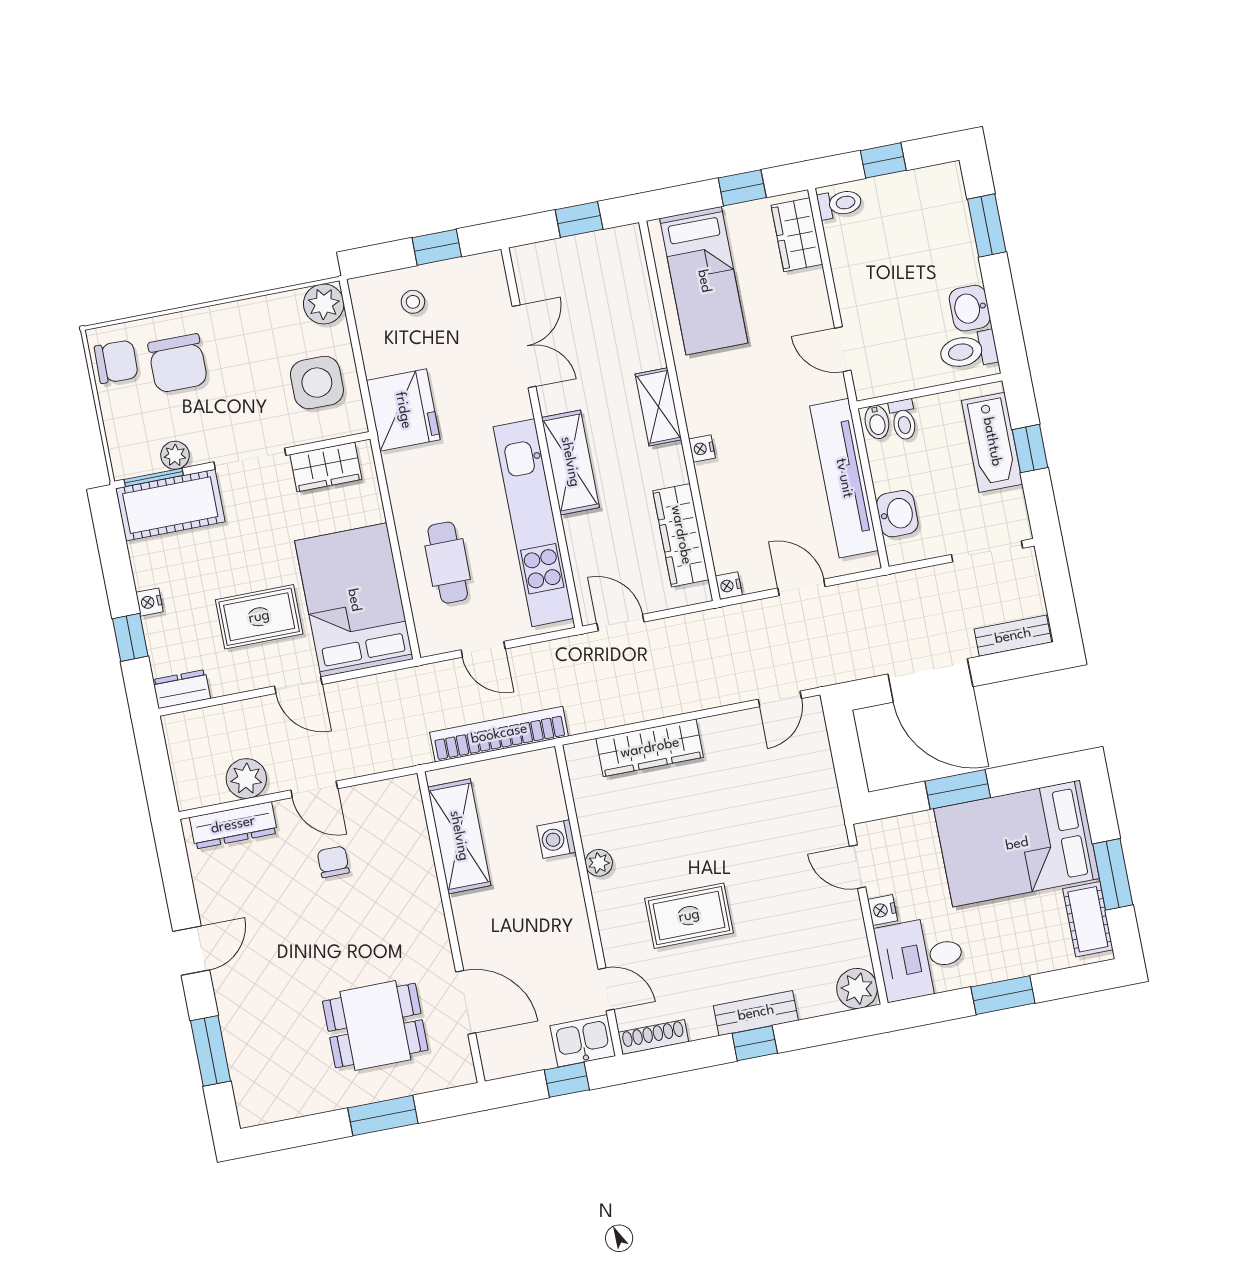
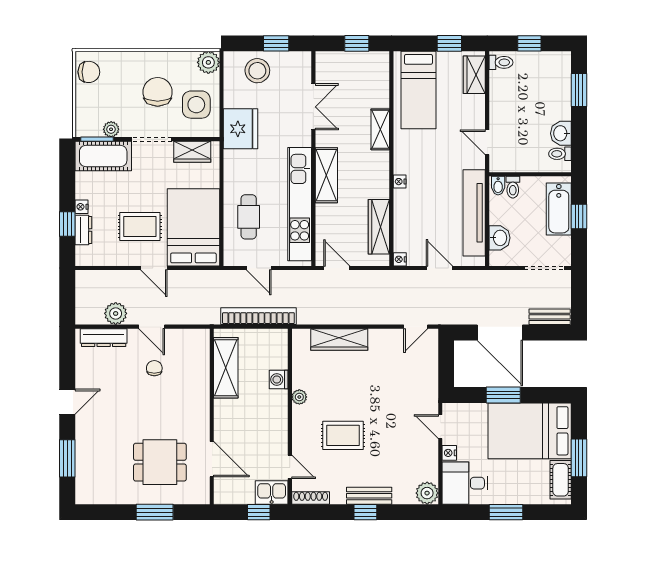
stool: (413, 302) -> (257, 71), width x1.89, depth x1.89
toilet: (968, 351) -> (560, 154), width x0.73, depth x0.72
chair: (178, 363) -> (158, 92), moved, turned 180
shelving: (658, 407) -> (380, 129), moved
dresser: (182, 689) -> (83, 230), moved, turned 90

